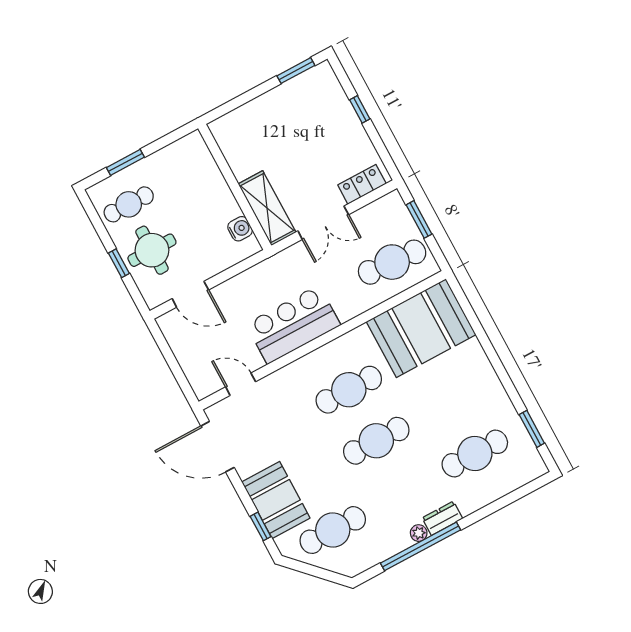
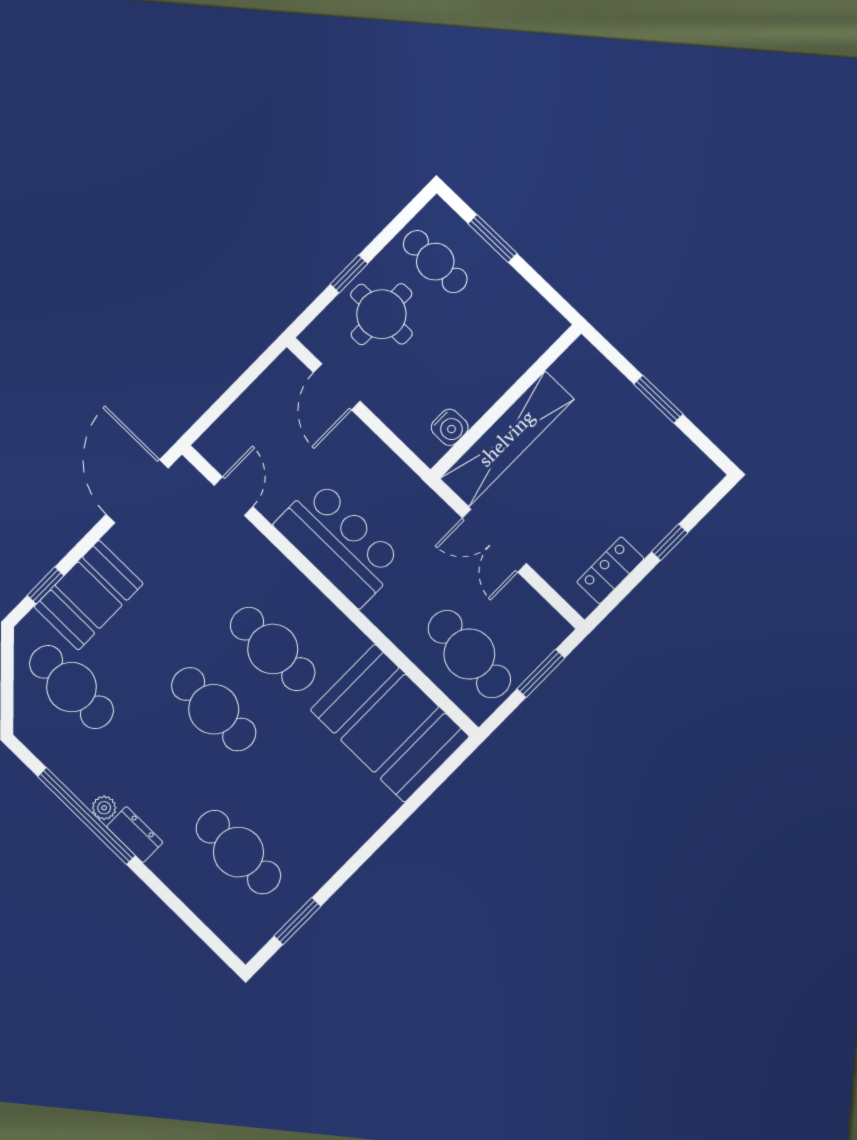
window: (296, 71) -> (658, 399), moved
locker: (362, 184) -> (610, 570), moved, turned -90
shelving: (267, 208) -> (507, 439), width x1.47

